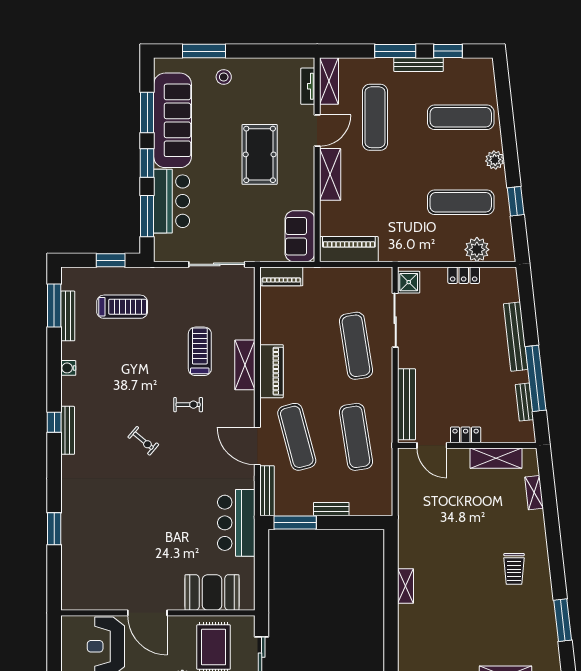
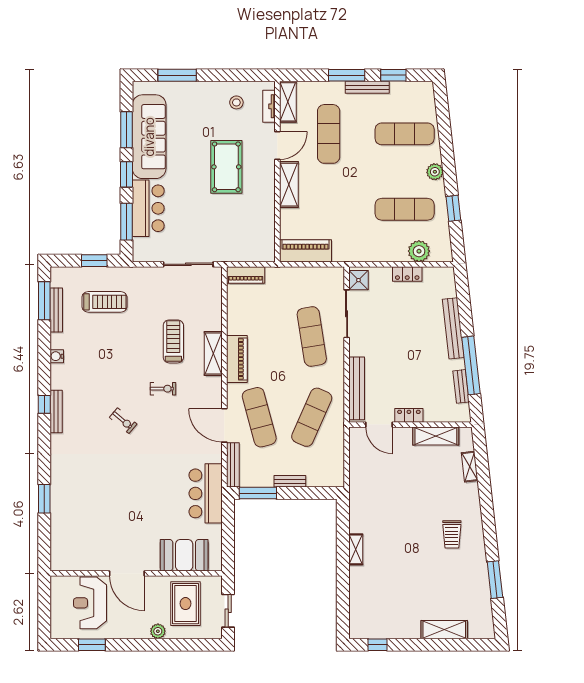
stool: (224, 77) -> (236, 102), moved
sofa: (300, 236) -> (262, 239), removed
exercise mat: (356, 437) -> (312, 417), turned 33

